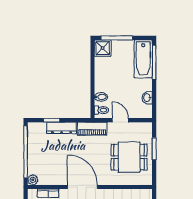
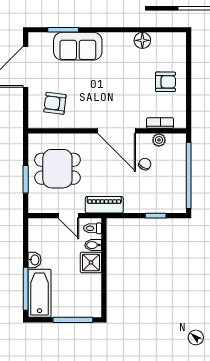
shower: (103, 48) -> (91, 262), moved
washbasin: (147, 98) -> (34, 260), moved
dresser: (62, 128) -> (143, 206), removed
chair: (60, 161) -> (145, 164), added
plant: (33, 180) -> (159, 140), moved

